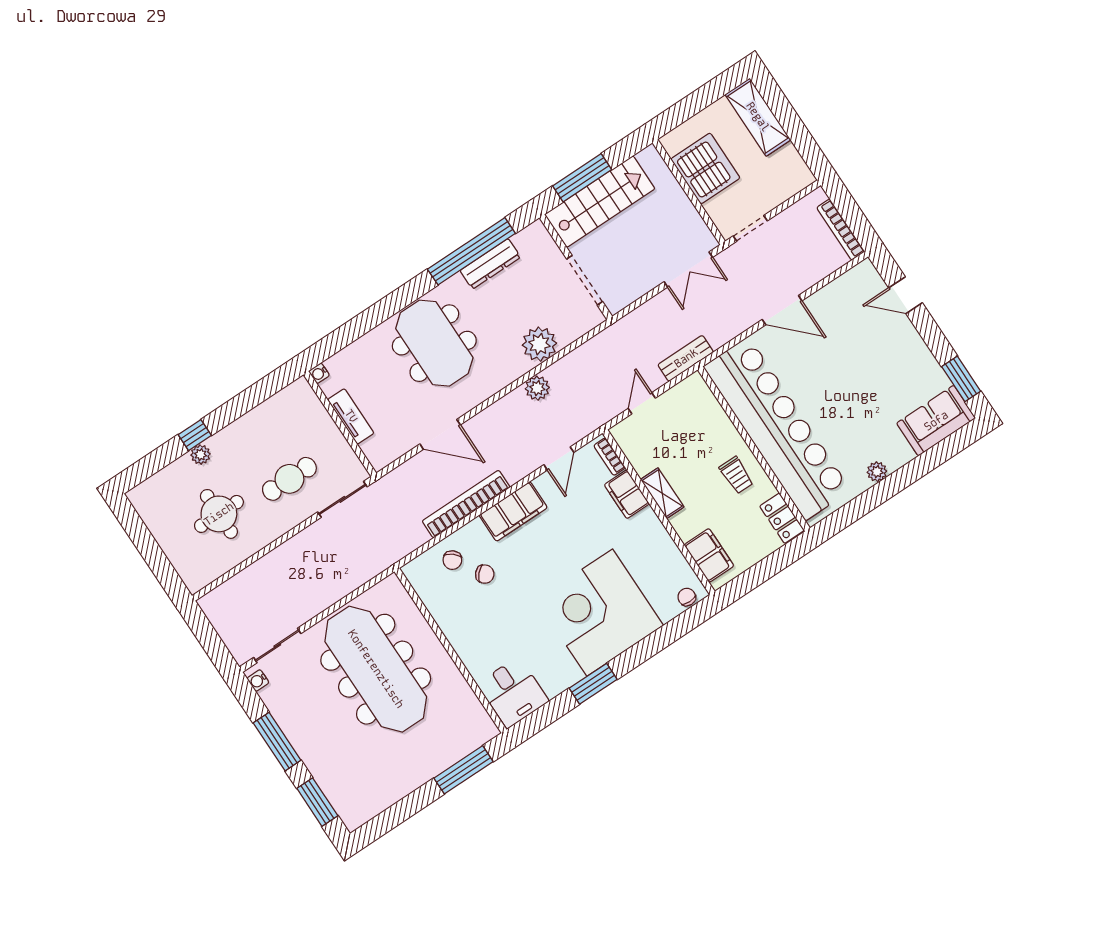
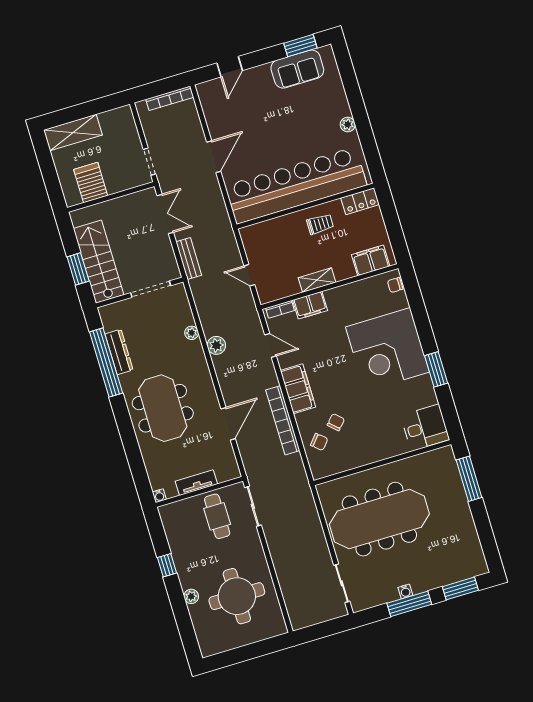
server rack: (705, 168) -> (91, 183), width x0.62
window: (582, 178) -> (78, 269), width x0.69
meeting table: (434, 343) -> (163, 408), turned 90
plant: (539, 344) -> (192, 333), width x0.53, depth x0.53
bench: (686, 358) -> (189, 259), moved
sofa: (936, 421) -> (297, 69), moved, turned -90
window: (195, 435) -> (167, 565), moved
cafe table: (289, 479) -> (217, 516), moved
round table: (219, 514) -> (237, 596), width x1.36, depth x1.36
water cooler: (258, 680) -> (405, 591), moved

